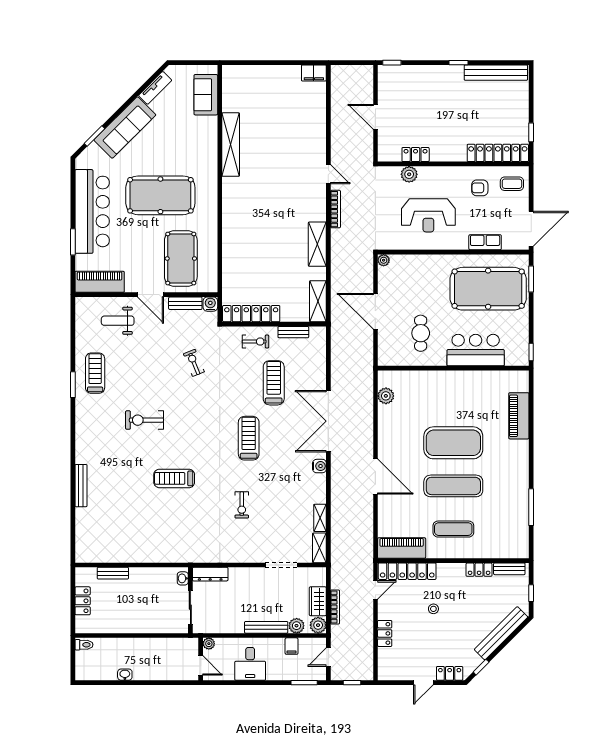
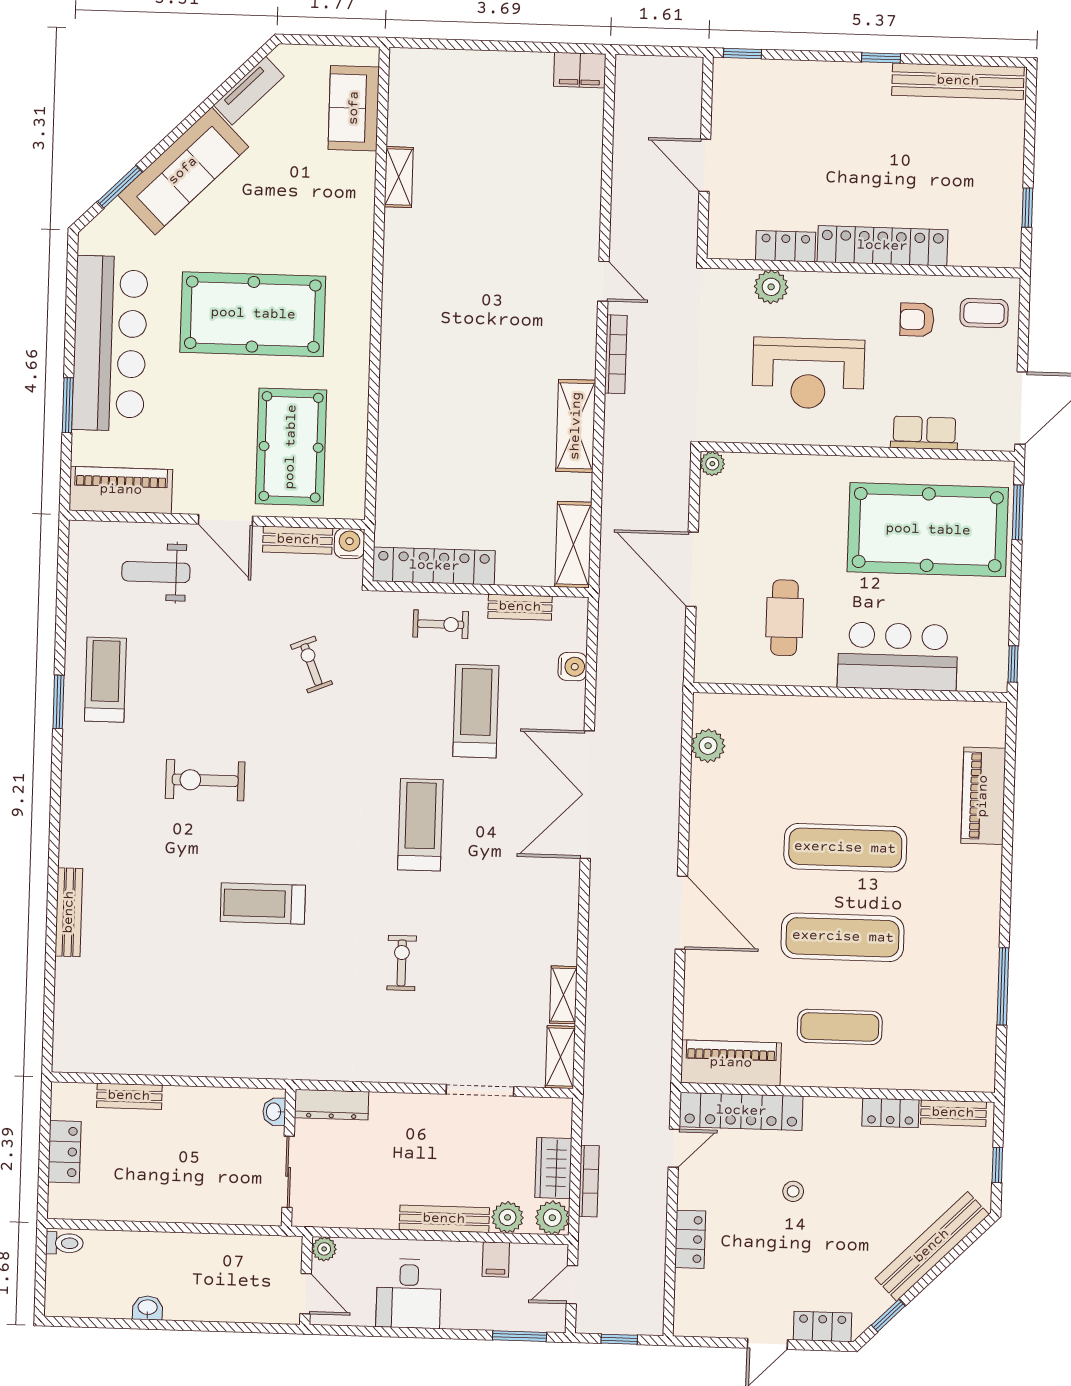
shelving: (231, 145) -> (399, 177), width x0.45, depth x0.75
locker: (498, 153) -> (882, 246), moved
exercise mat: (453, 443) -> (845, 848), width x0.68
water cooler: (319, 466) -> (572, 667), moved
exercise bike: (242, 505) -> (402, 963), turned 180

